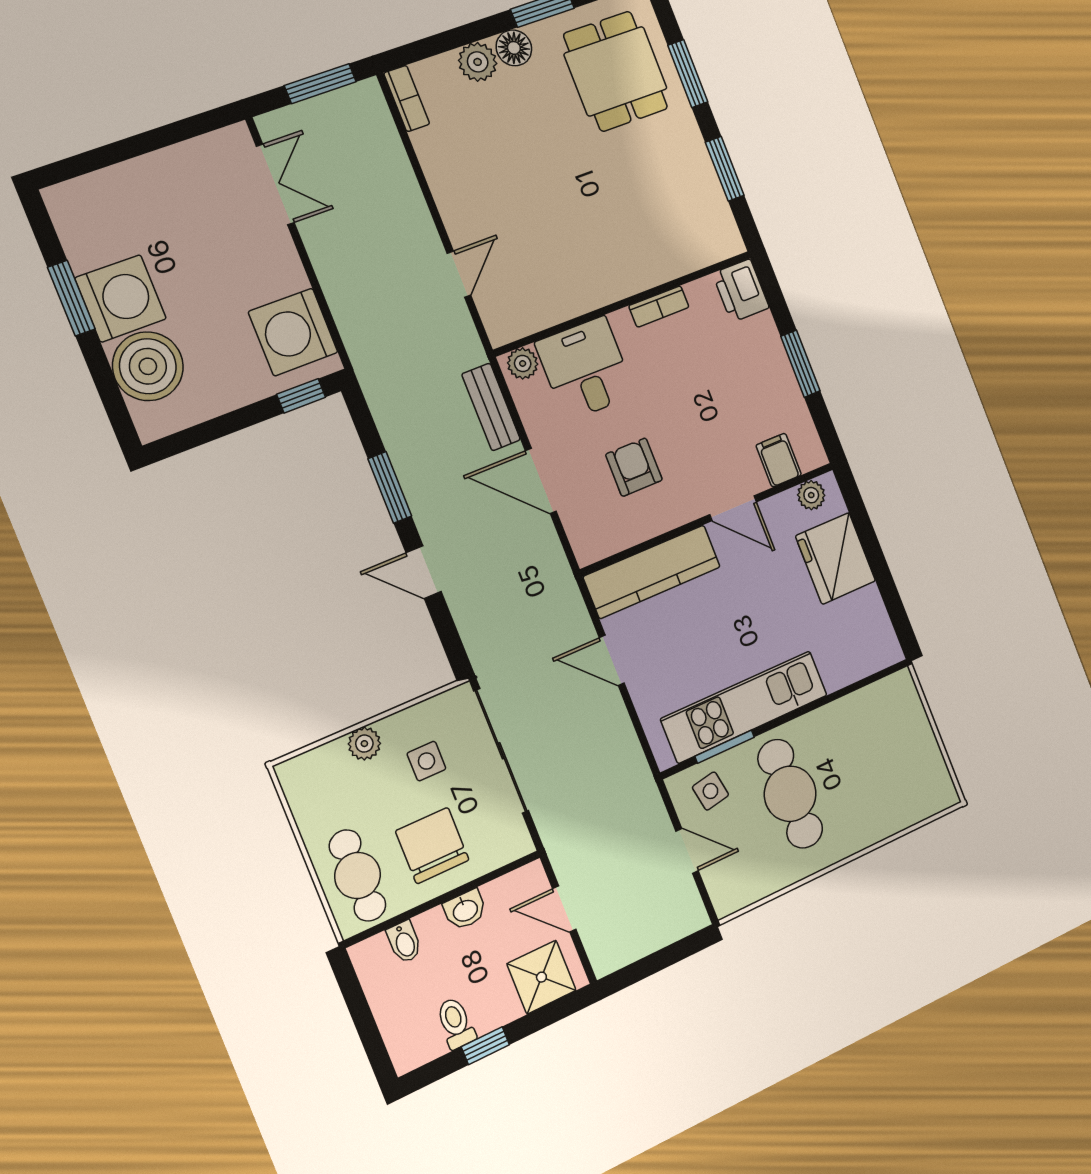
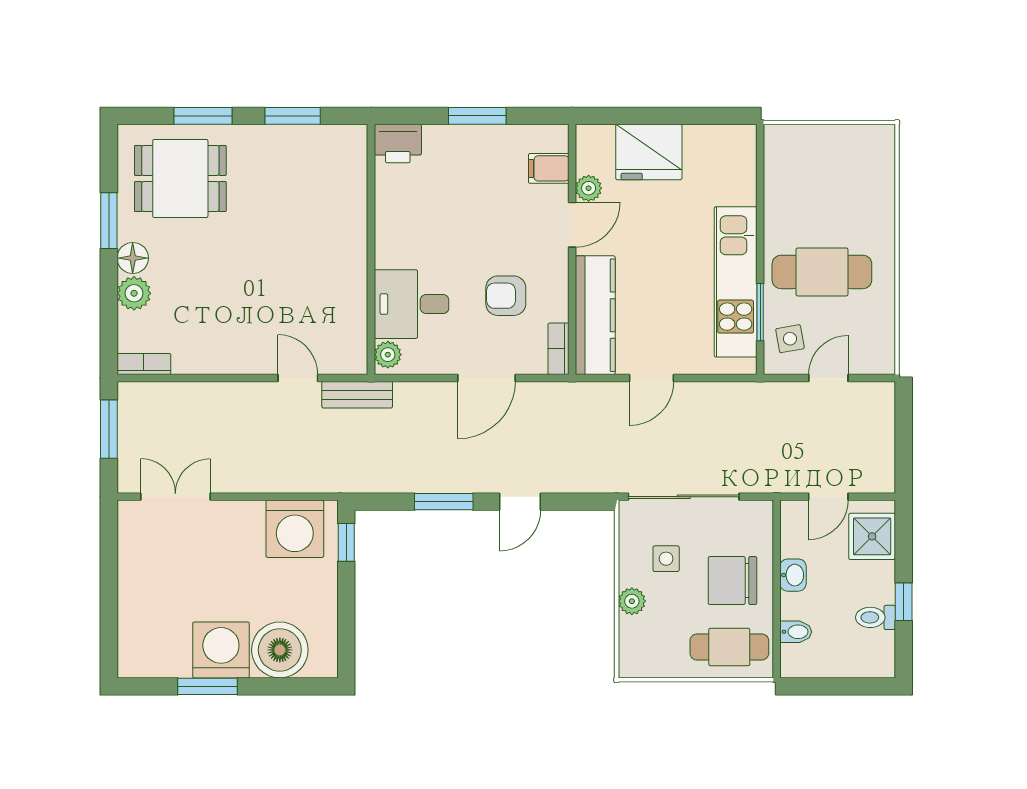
bookcase: (659, 306) -> (558, 349), moved, turned 180
bench: (491, 407) -> (357, 395), moved
plant: (811, 495) -> (589, 188), moved

